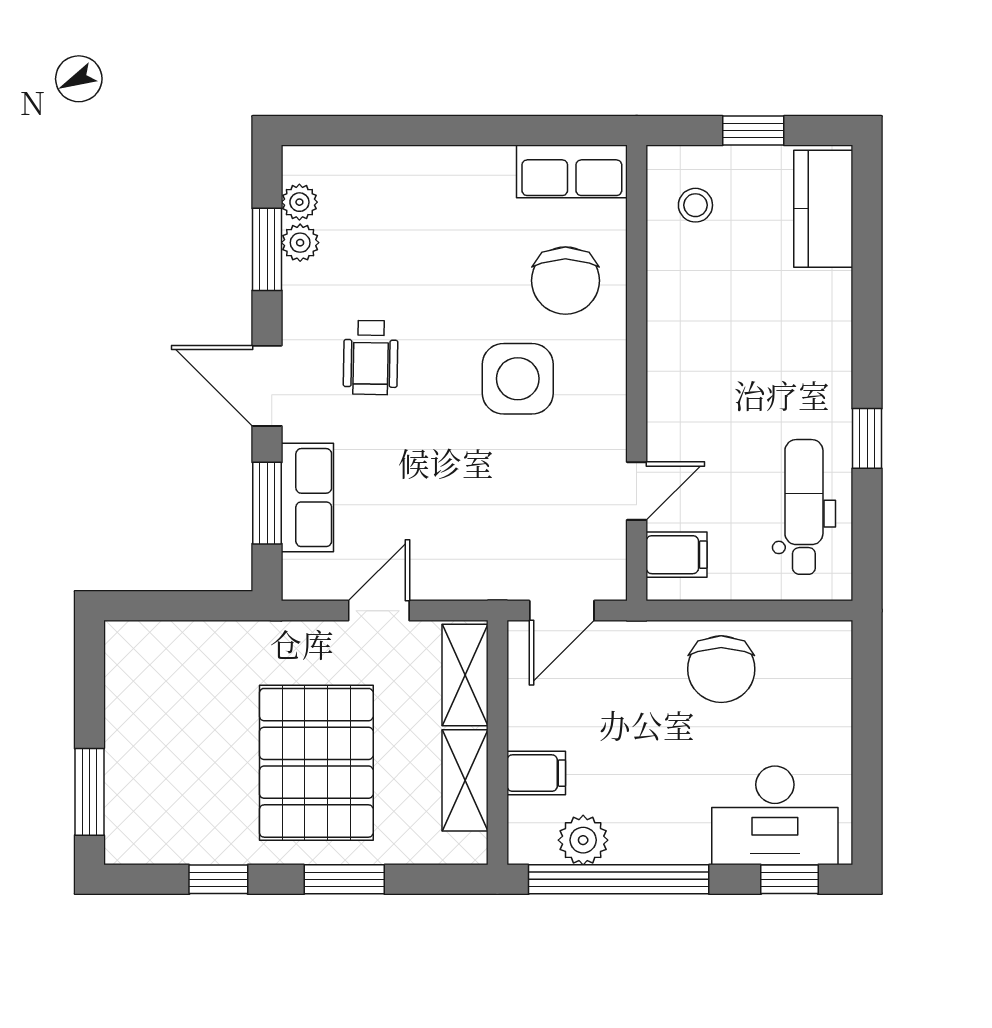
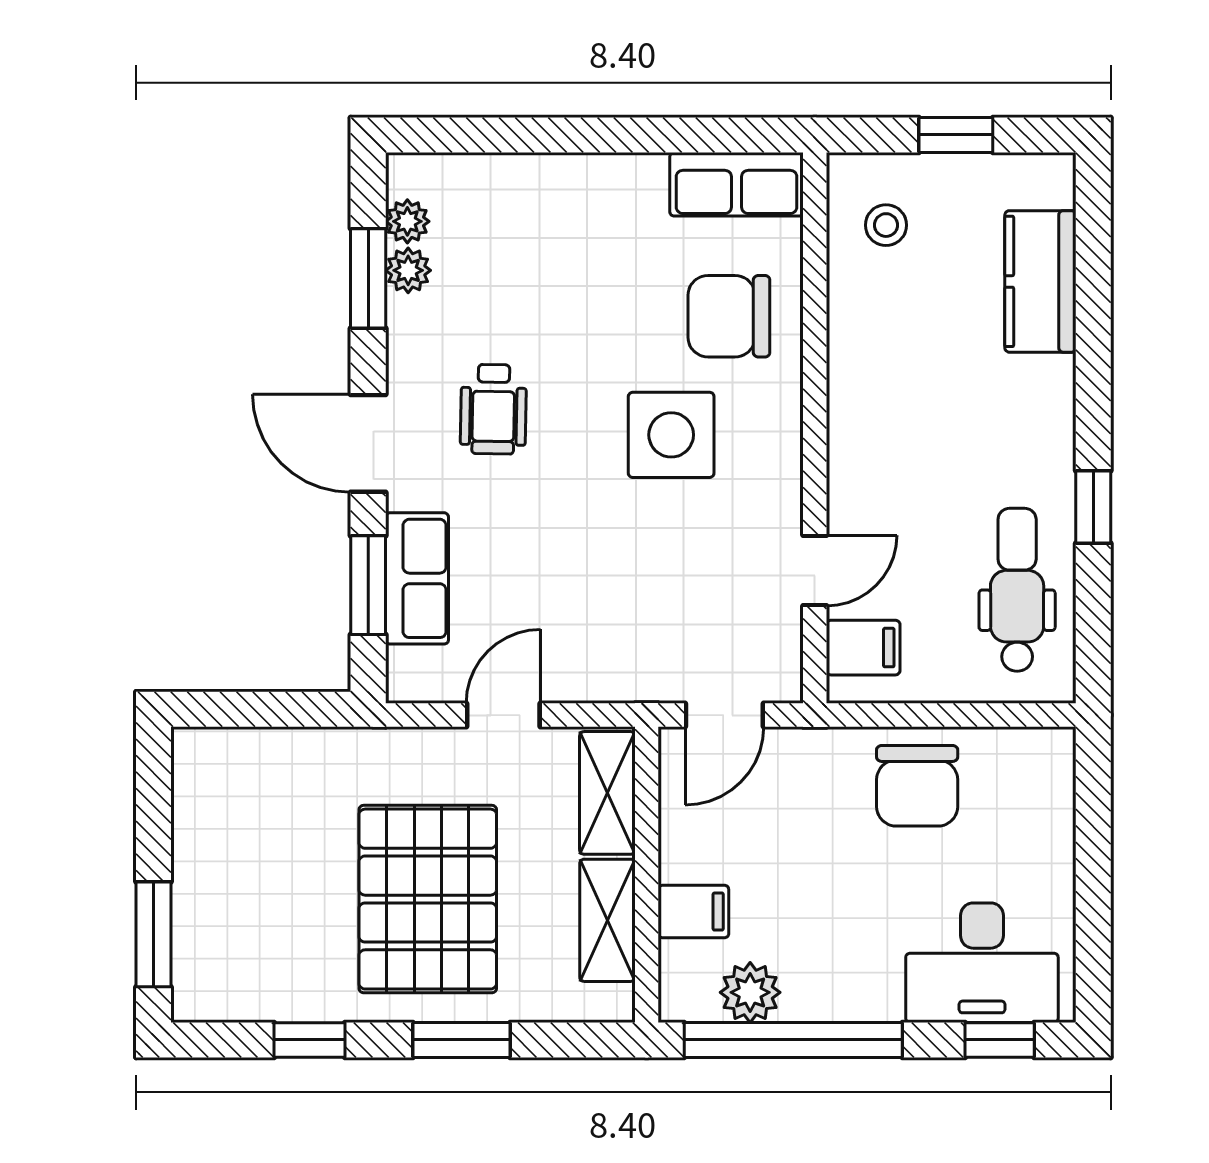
kitchen counter: (823, 209) -> (1040, 281), moved
chair: (565, 281) -> (729, 316), turned 90

